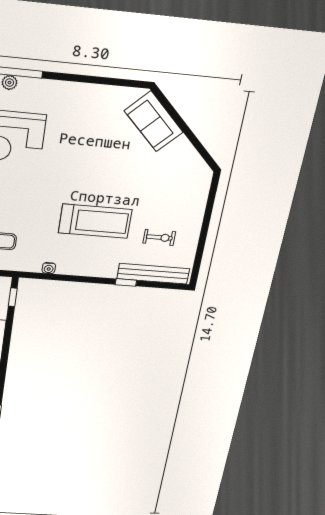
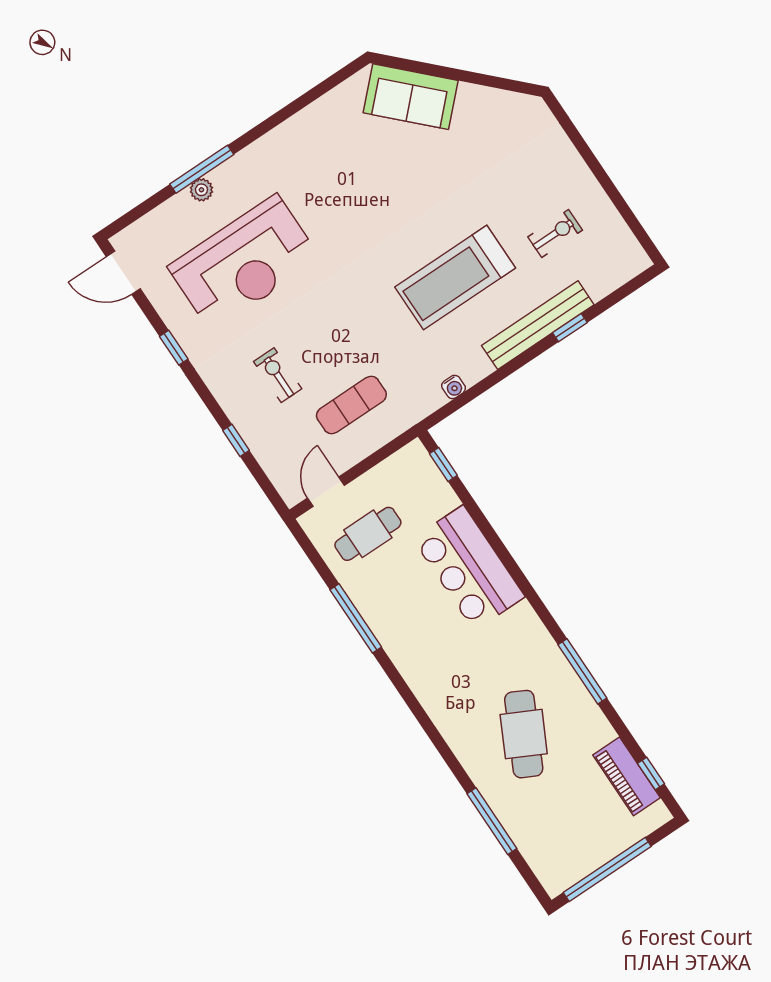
treadmill: (95, 221) -> (455, 278), turned 180
bench: (153, 274) -> (538, 325), moved

